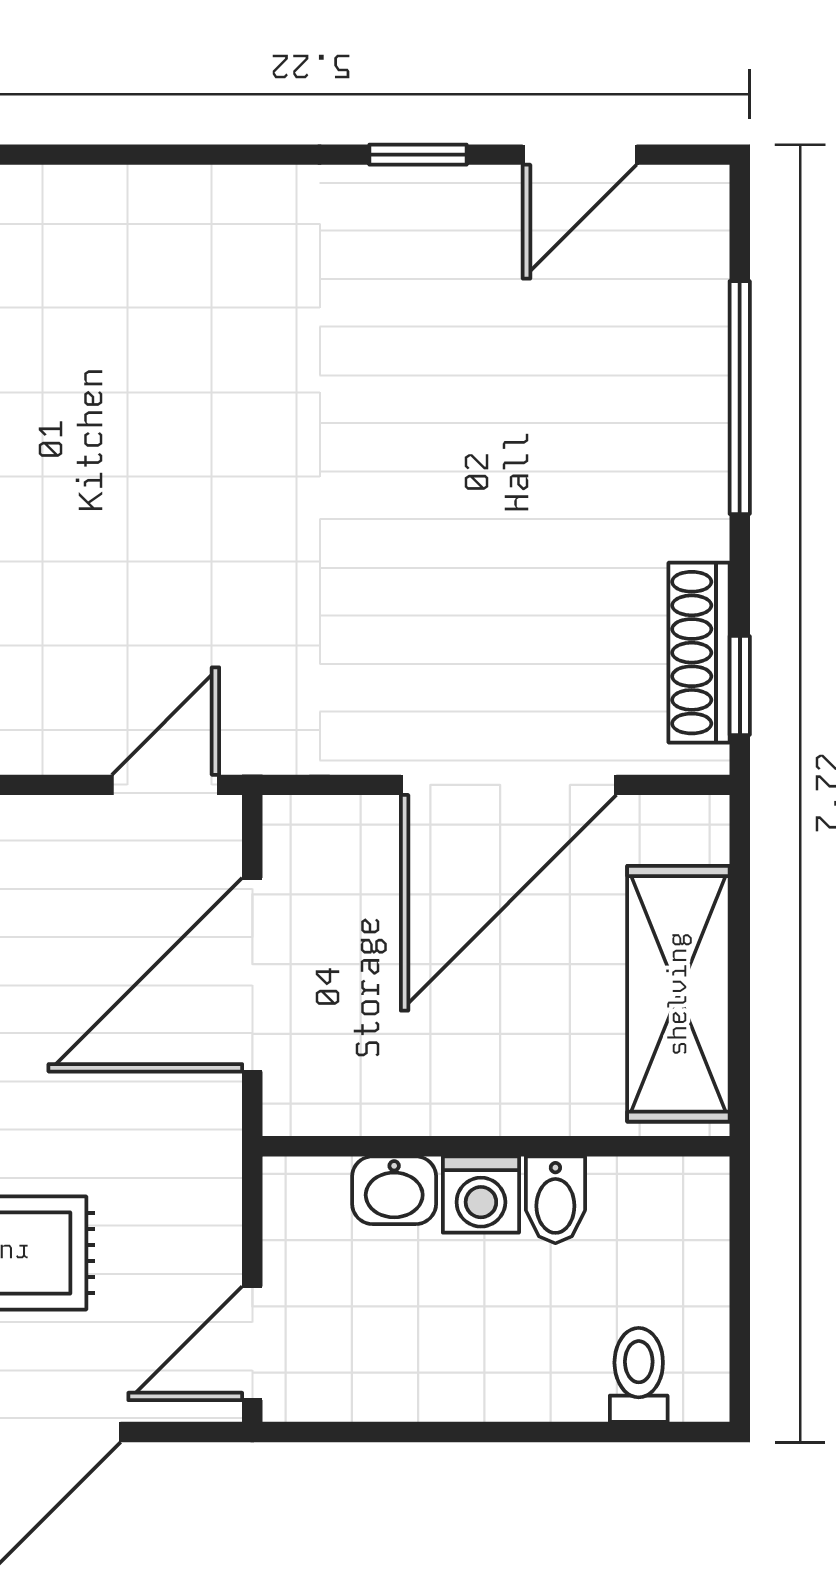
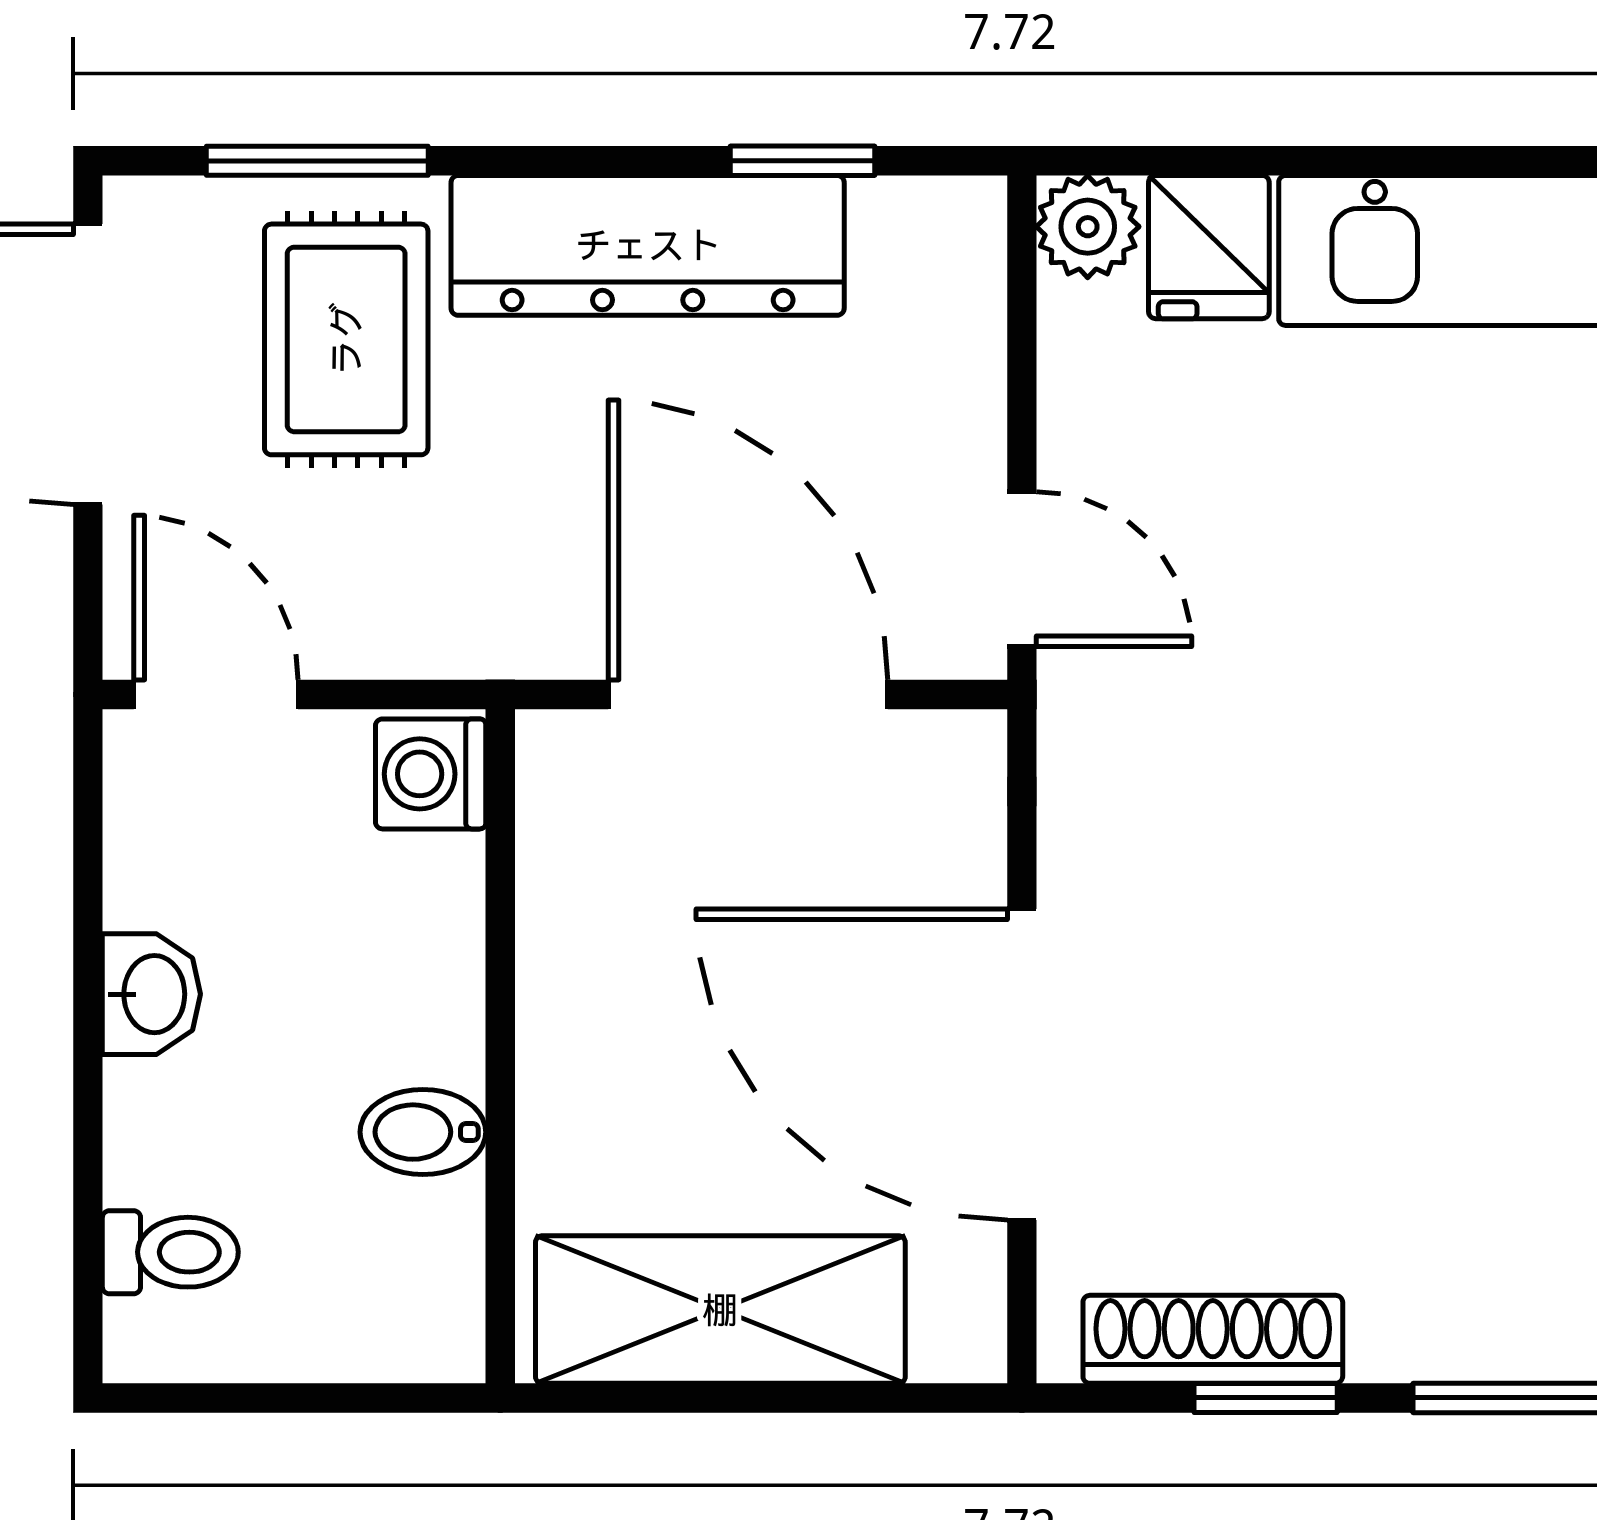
window: (740, 686) -> (1266, 1398), moved
washbasin: (394, 1190) -> (151, 994), moved, turned 180
washing machine: (481, 1194) -> (431, 774), moved

